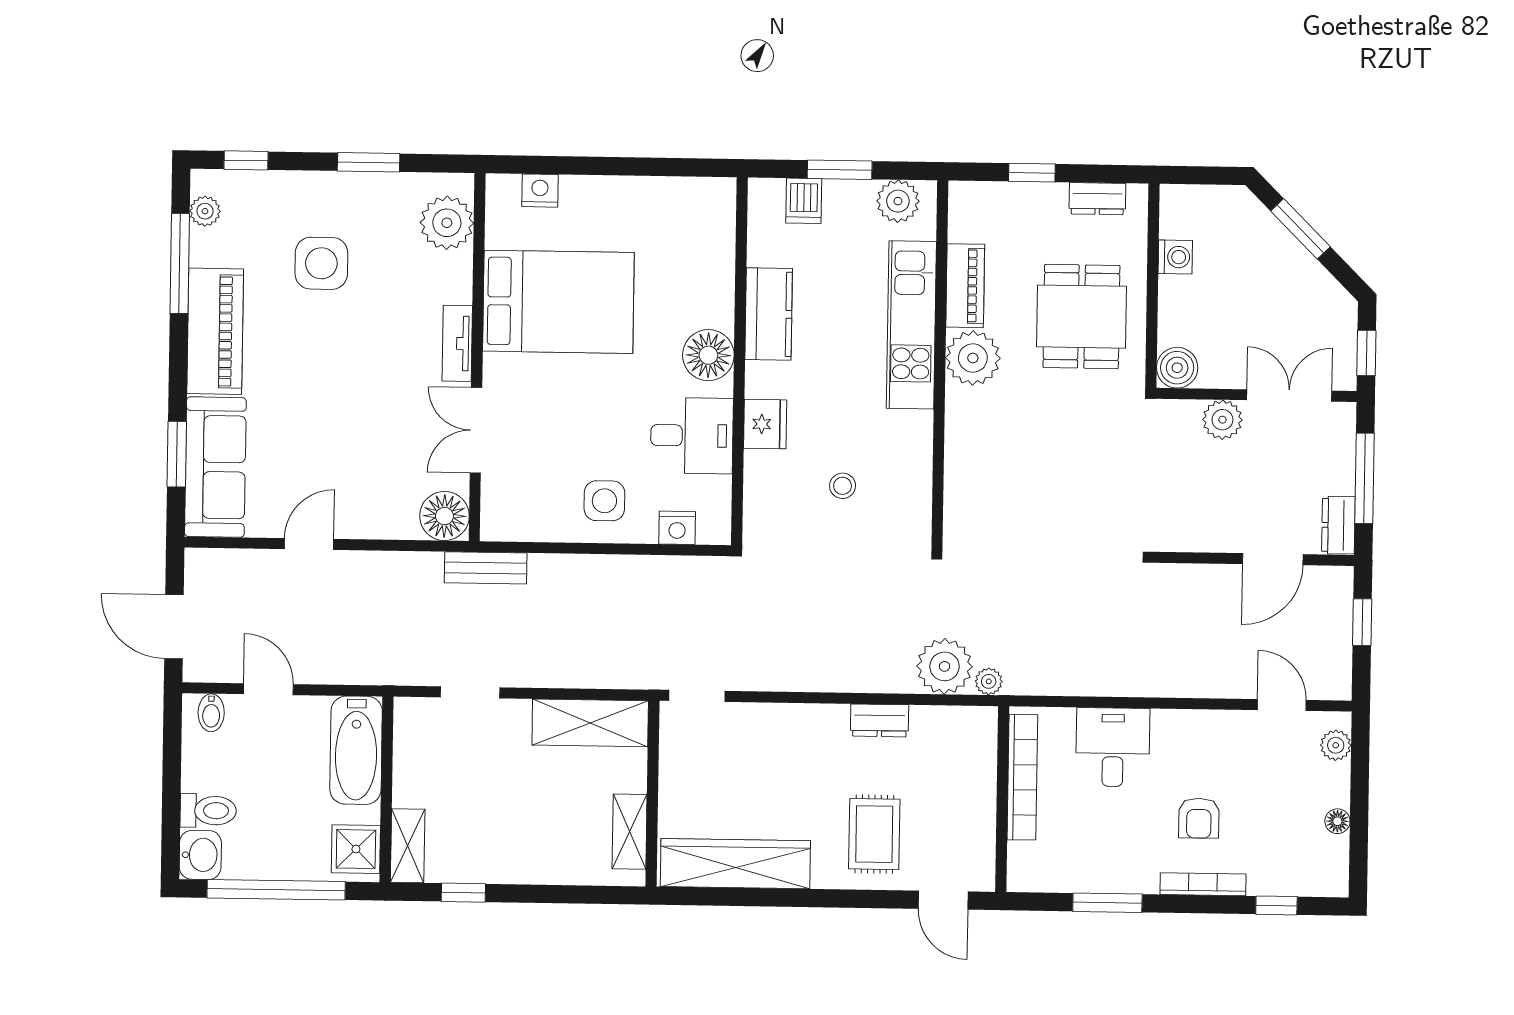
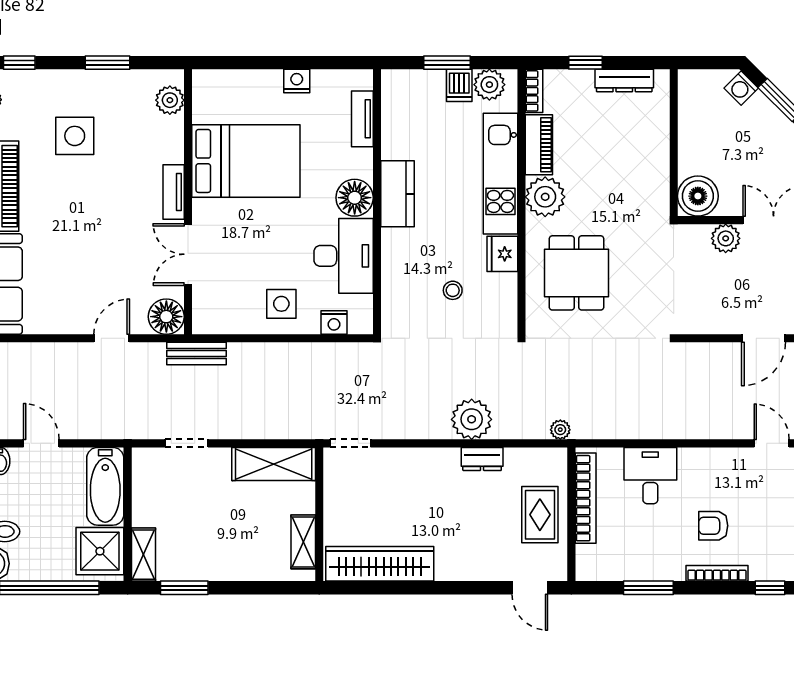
nightstand: (540, 191) -> (297, 81), moved
dresser: (1097, 199) -> (624, 81), width x1.44
dishwasher: (804, 201) -> (459, 85), moved
bookcase: (960, 211) -> (534, 91), added
plant: (447, 223) -> (170, 100), width x0.73, depth x0.73
tv unit: (721, 246) -> (362, 119), added
washing machine: (1175, 257) -> (741, 88), moved, turned 135
kitchen counter: (769, 314) -> (398, 194), moved
dining table: (1081, 317) -> (576, 273), moved
boiler: (1177, 368) -> (698, 196), width x1.37, depth x1.37
fridge: (765, 424) -> (502, 254), moved, turned 180
desk: (692, 436) -> (344, 256), width x1.37
door: (309, 544) -> (112, 338), moved
plant: (944, 666) -> (472, 419), moved
armchair: (1199, 818) -> (713, 526), turned 90
rug: (874, 834) -> (540, 515), moved
shower: (356, 849) -> (100, 551), width x1.36, depth x1.36
window: (463, 893) -> (184, 588), width x1.50

